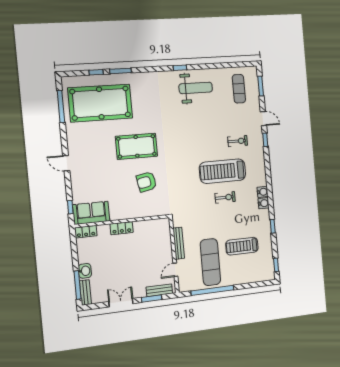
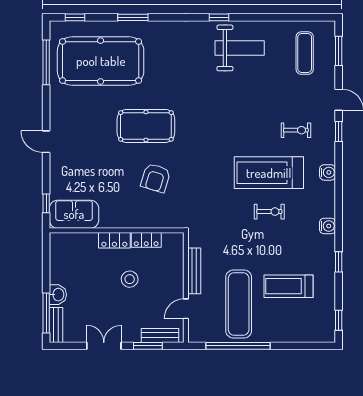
window: (96, 72) -> (75, 17), moved
armchair: (146, 182) -> (156, 178), turned -62
water cooler: (263, 192) -> (328, 172), moved
locker: (86, 232) -> (146, 240), moved
stool: (135, 254) -> (130, 279), added

